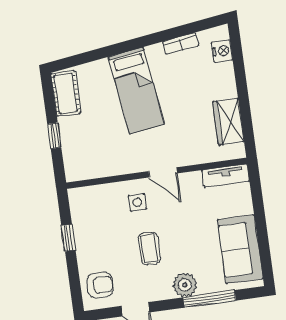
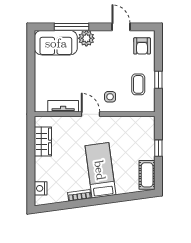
bookcase: (181, 44) -> (79, 195), moved
tv unit: (226, 176) -> (63, 106), moved
coffee table: (150, 248) -> (138, 84), moved
sofa: (240, 249) -> (56, 43), moved, turned 90
armchair: (100, 285) -> (142, 46), turned -90

